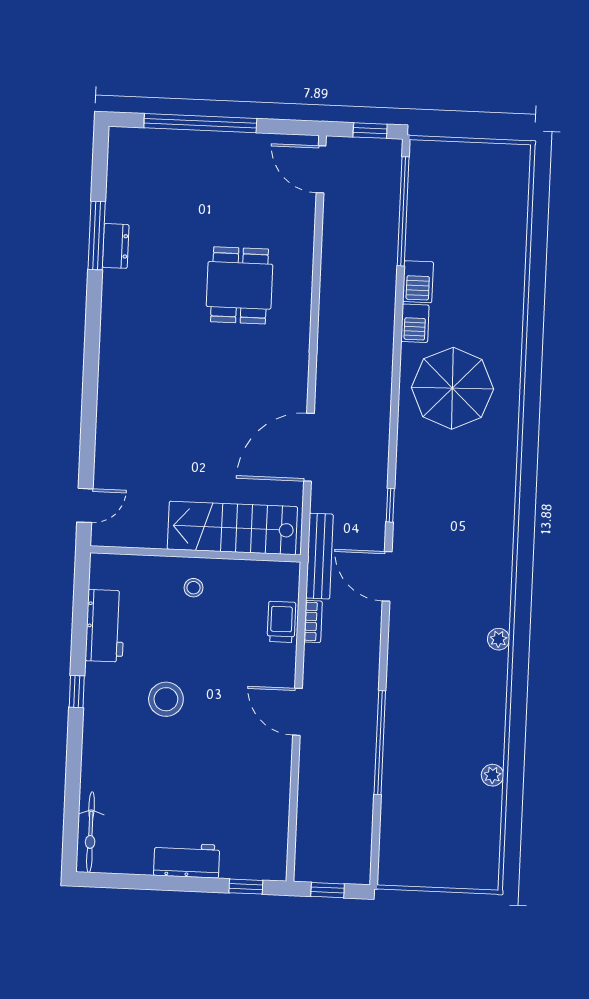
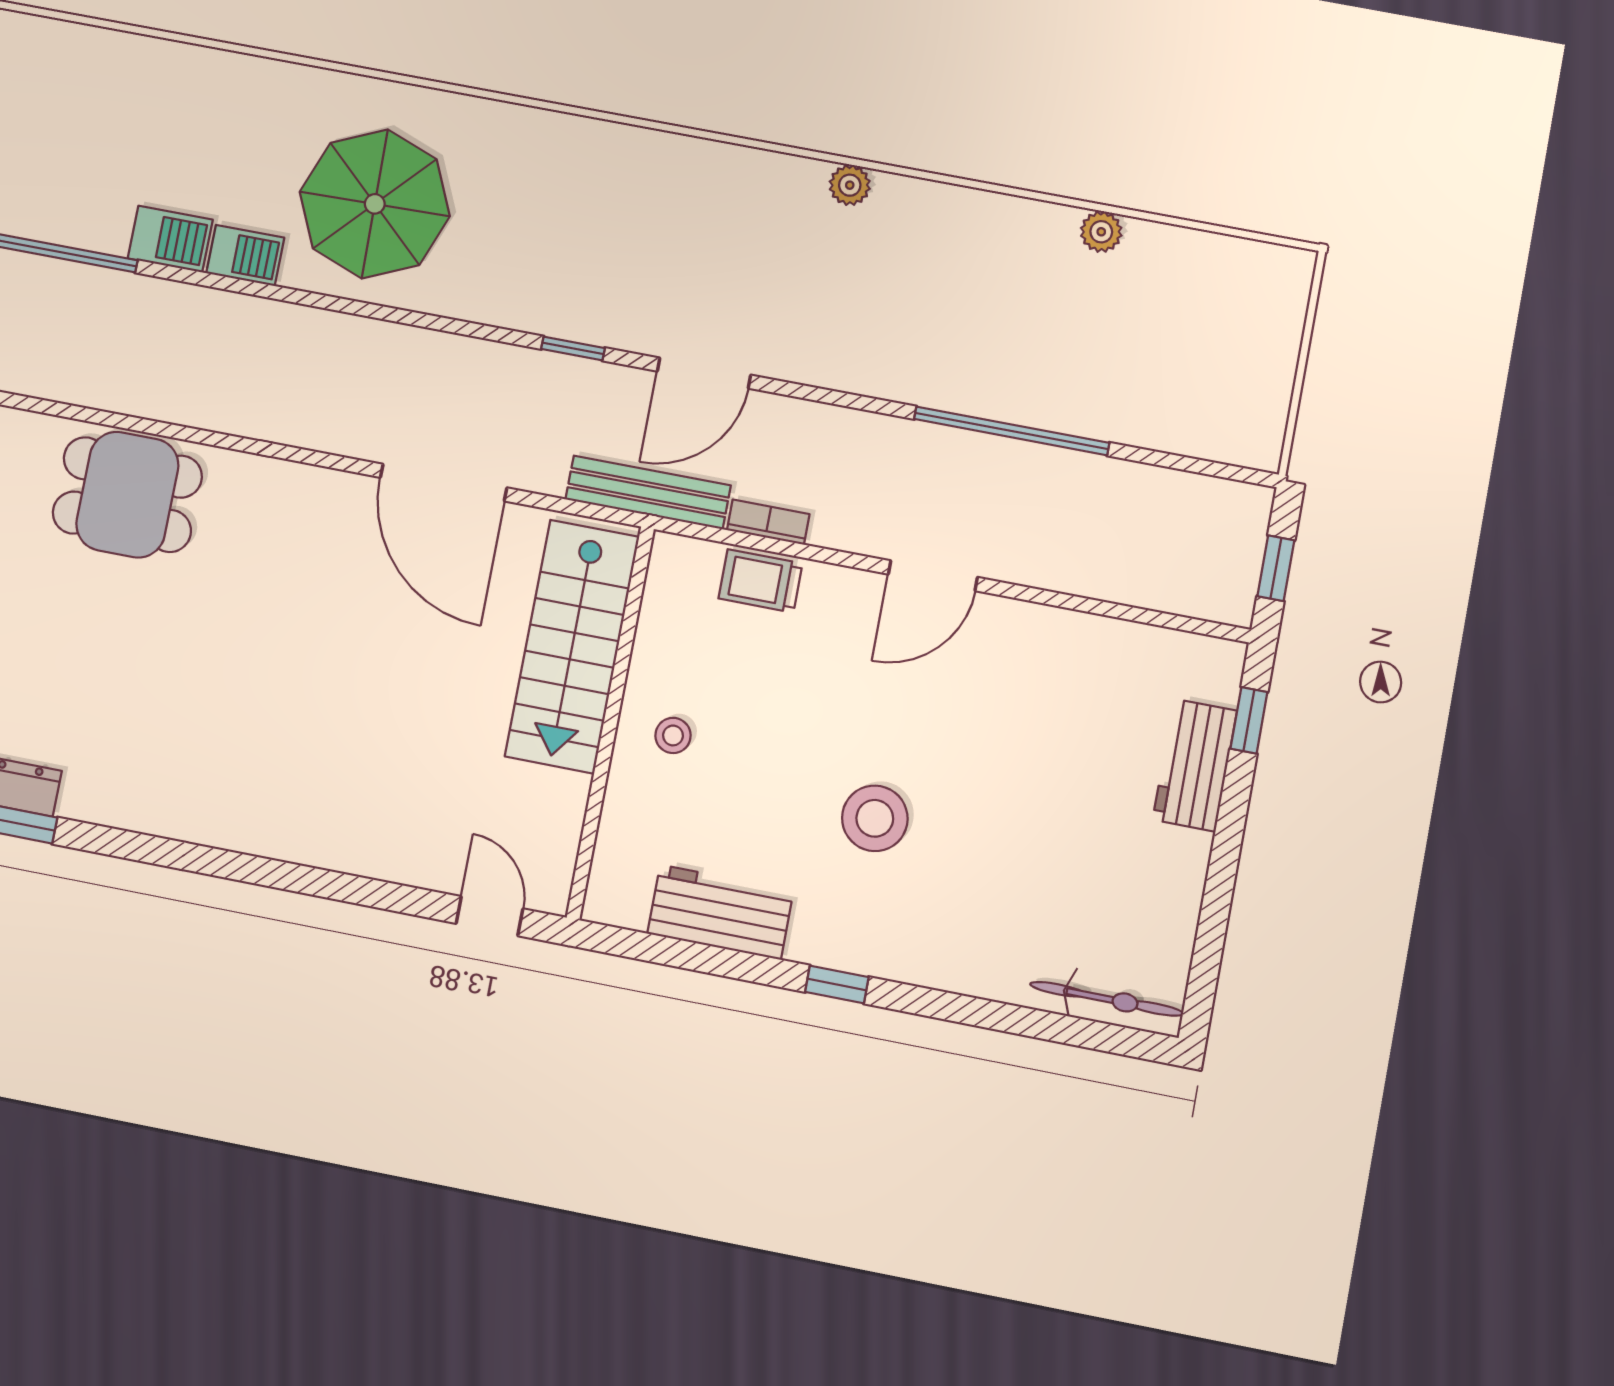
dining table: (239, 285) -> (127, 495), moved
workbench: (187, 860) -> (1195, 765), moved

